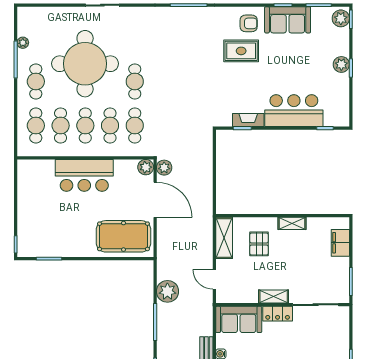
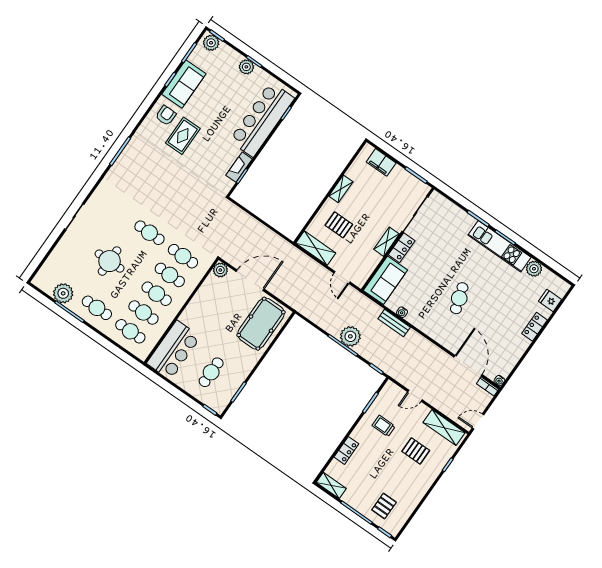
plant: (23, 43) -> (63, 293), width x1.87, depth x1.87
round table: (85, 64) -> (110, 261), width x0.54, depth x0.54
bar counter: (294, 111) -> (262, 119), width x1.36
plant: (164, 168) -> (230, 256), removed
bar counter: (84, 175) -> (174, 350), moved
cafe table: (50, 222) -> (211, 372), added
door: (214, 279) -> (342, 277), hinge flipped
plant: (167, 291) -> (350, 336), moved

